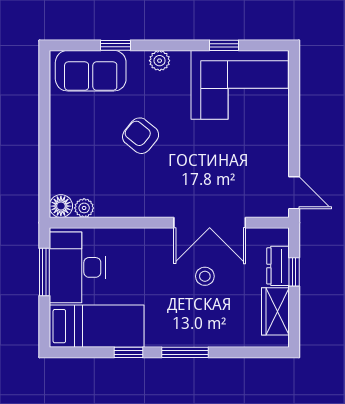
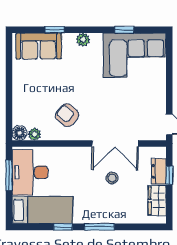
armchair: (141, 136) -> (67, 115), moved

